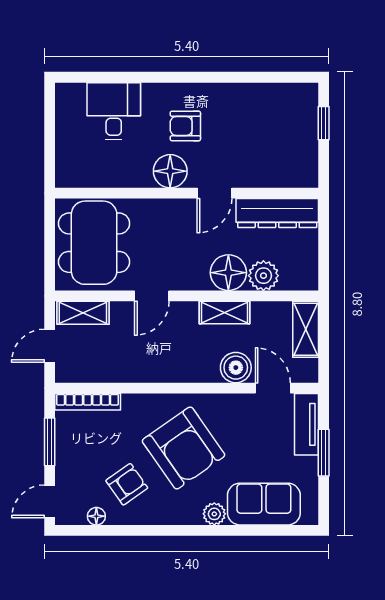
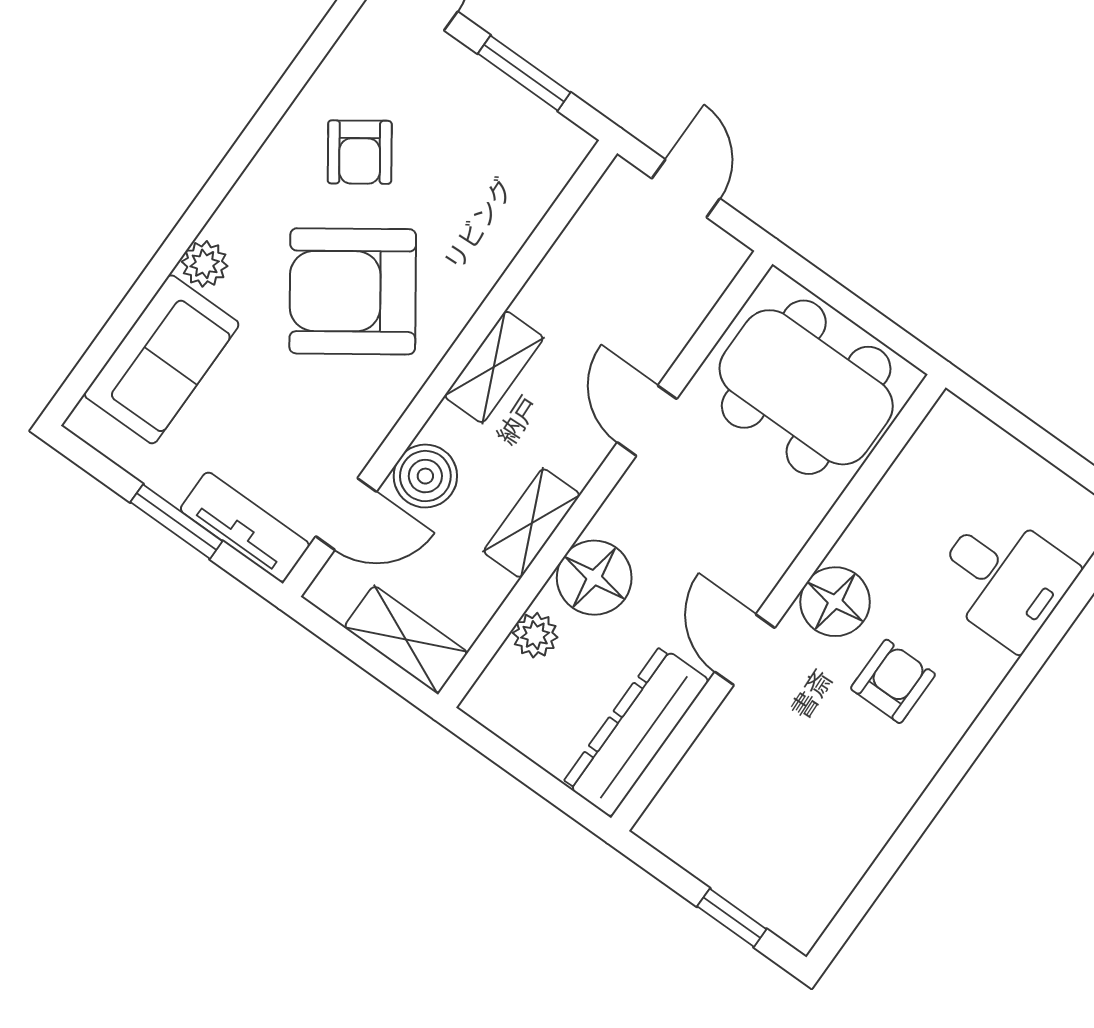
plant: (263, 276) -> (535, 635), width x0.73, depth x0.73
shelving: (83, 313) -> (494, 367), moved
bookcase: (88, 402) -> (546, 185), removed
floor lamp: (96, 516) -> (342, 62), removed

